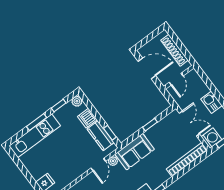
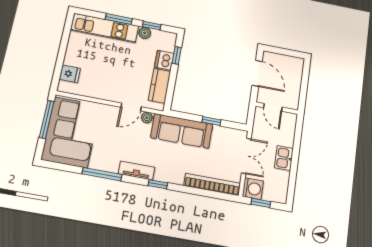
shoe rack: (175, 50) -> (296, 83), removed
door: (176, 79) -> (273, 107), hinge flipped
plant: (77, 101) -> (145, 33), moved
window: (110, 133) -> (177, 55), moved
sofa: (135, 152) -> (182, 131), width x1.36

